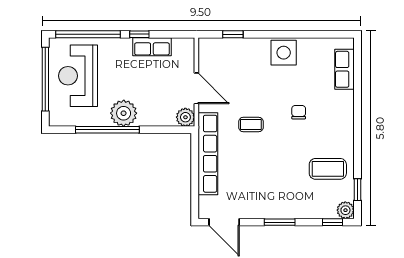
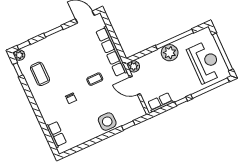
row of seats: (152, 47) -> (160, 102), moved
side table: (284, 53) -> (107, 122), moved
coffee table: (328, 169) -> (40, 74), turned 90

